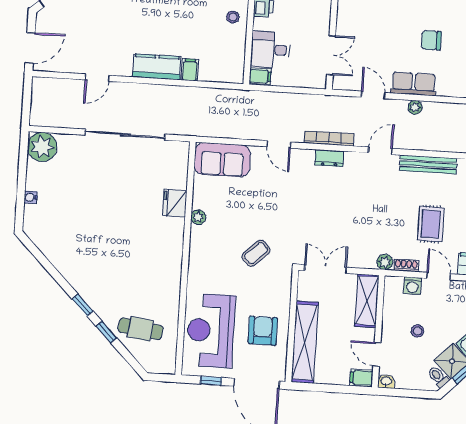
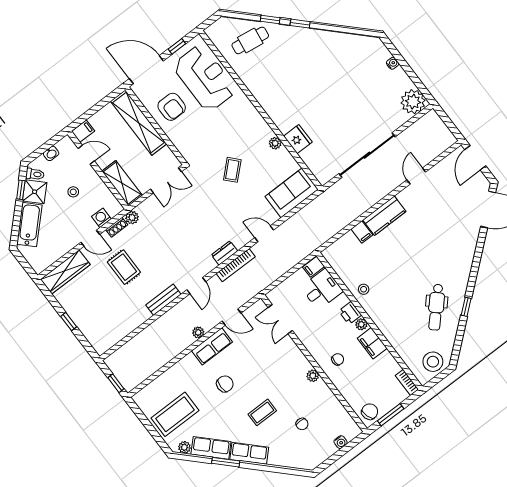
bench: (428, 164) -> (163, 300), width x0.73
coffee table: (256, 253) -> (232, 170), moved
washbasin: (386, 381) -> (51, 153), moved

